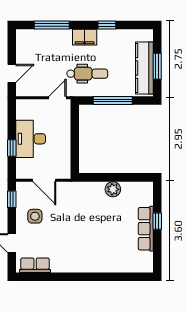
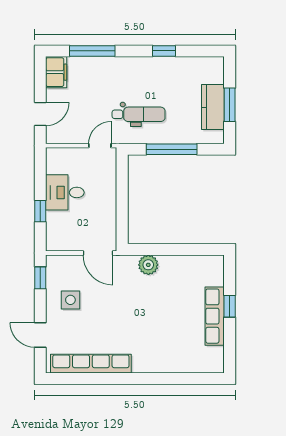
filing cabinet: (85, 37) -> (56, 72), moved, turned -90
kitchen counter: (144, 68) -> (213, 107), width x0.67
desk: (31, 139) -> (65, 192), width x0.73
door: (44, 180) -> (98, 253), moved
plant: (113, 189) -> (148, 265), moved
row of seats: (35, 265) -> (91, 364), width x2.02

